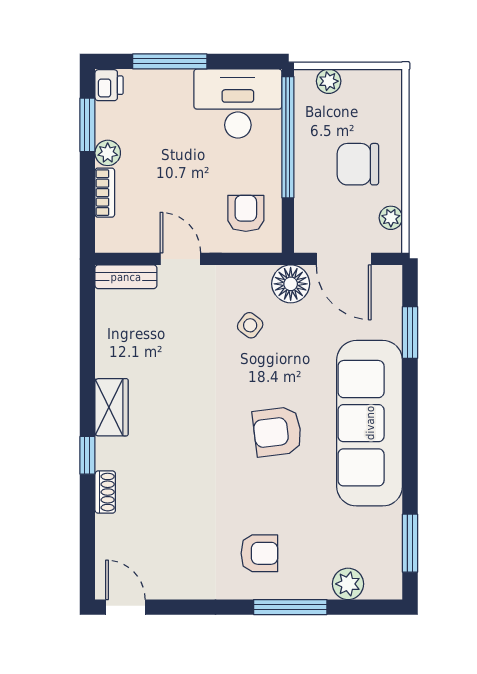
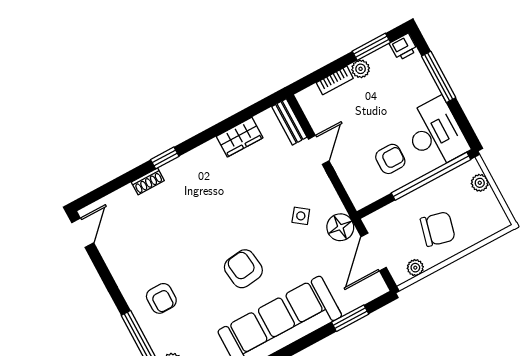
chair: (358, 164) -> (438, 229), turned 104
armchair: (246, 213) -> (390, 159), moved
wardrobe: (112, 407) -> (240, 137), moved

